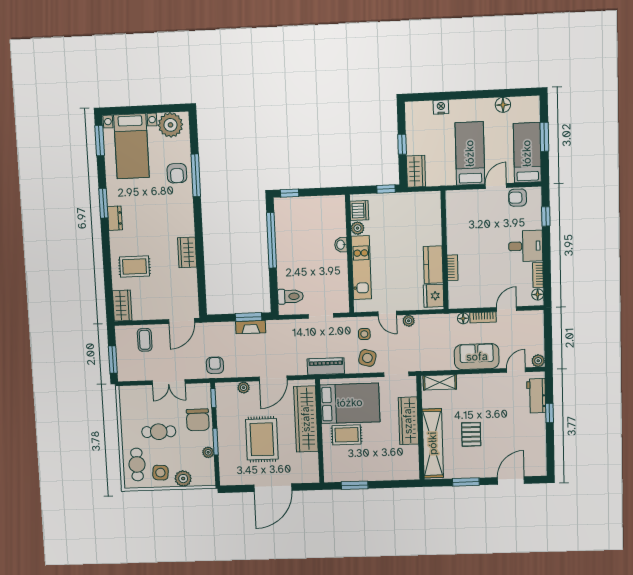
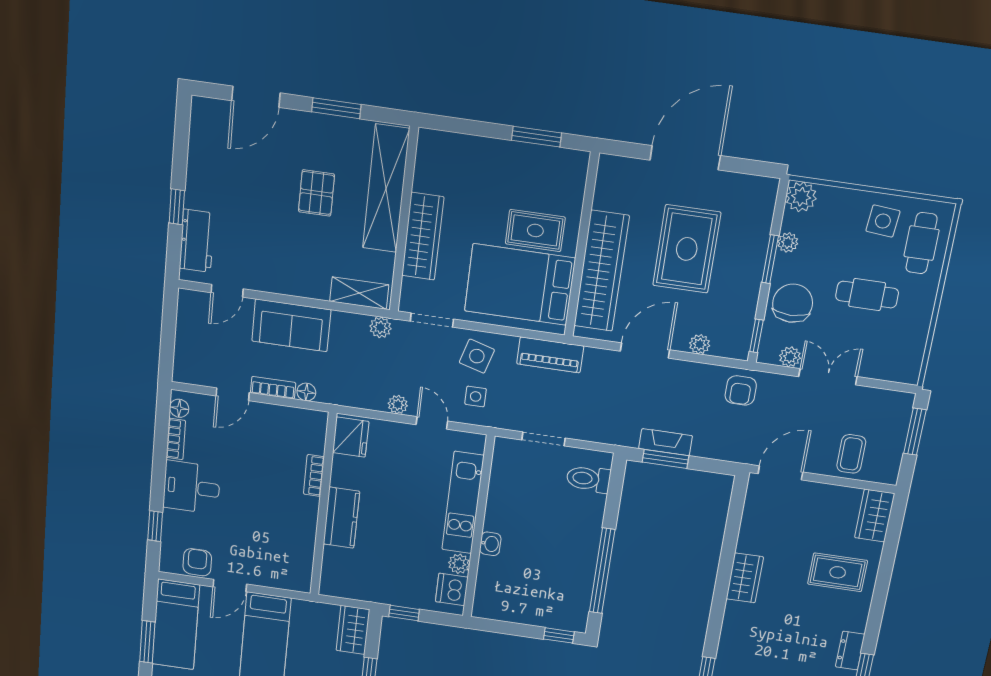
armchair: (518, 198) -> (197, 562), turned -90
kitchen counter: (433, 265) -> (341, 518), moved
plant: (538, 361) -> (380, 327), moved
plant: (192, 390) -> (790, 357), added
plant: (183, 479) -> (801, 197), moved

